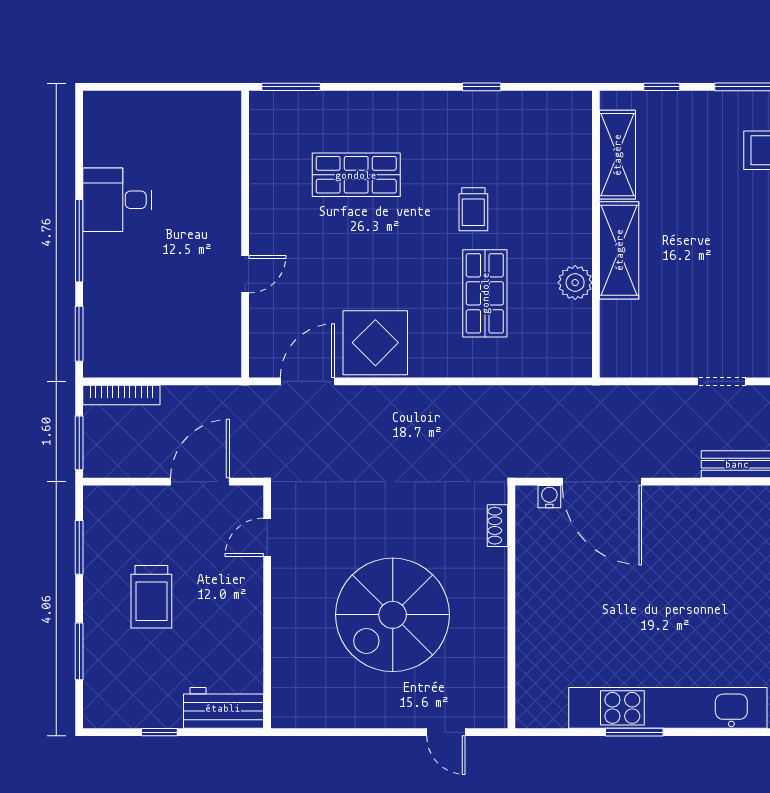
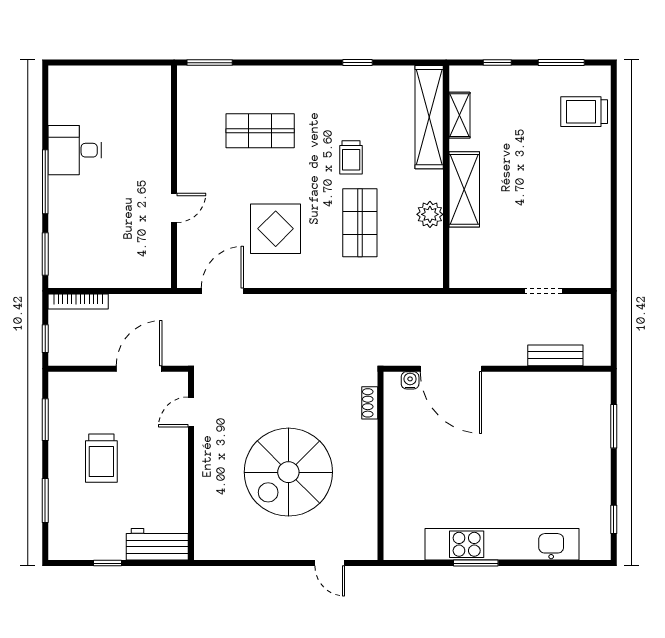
shelving: (617, 155) -> (459, 115), width x0.67, depth x0.75
shelving: (574, 157) -> (429, 117), added
display table: (375, 343) -> (276, 229), moved
window: (79, 443) -> (45, 339), width x0.67

